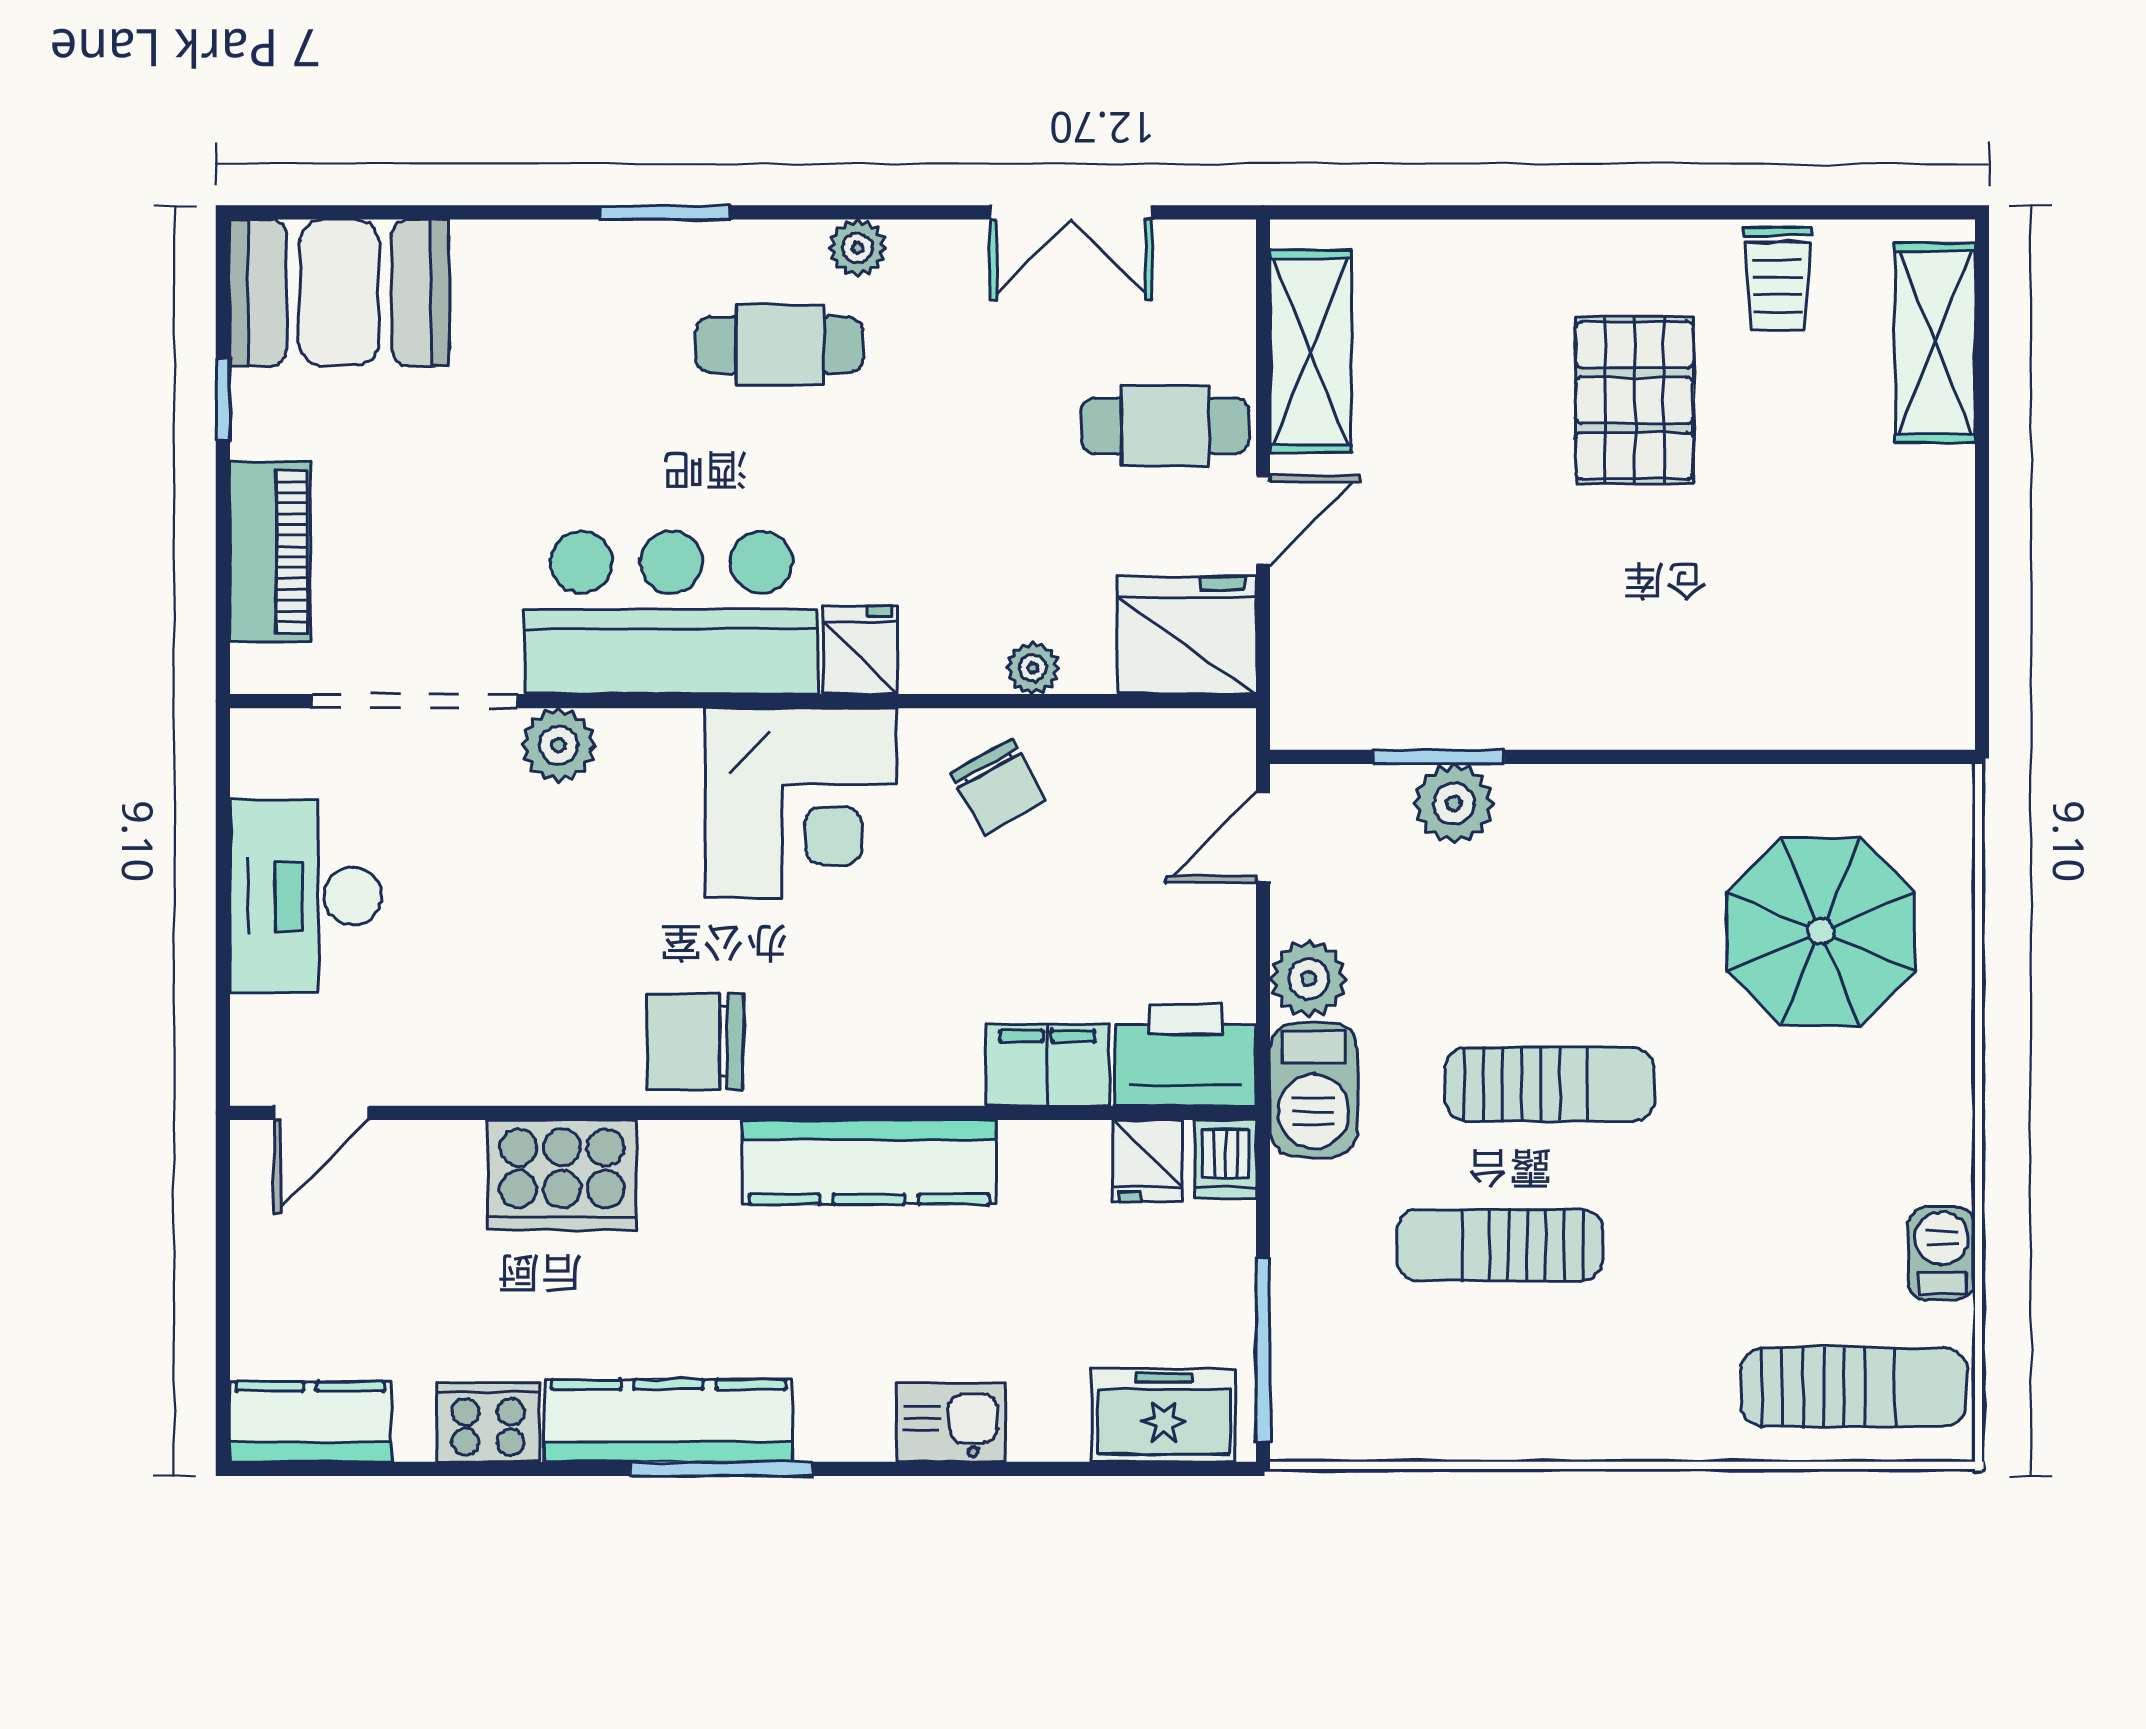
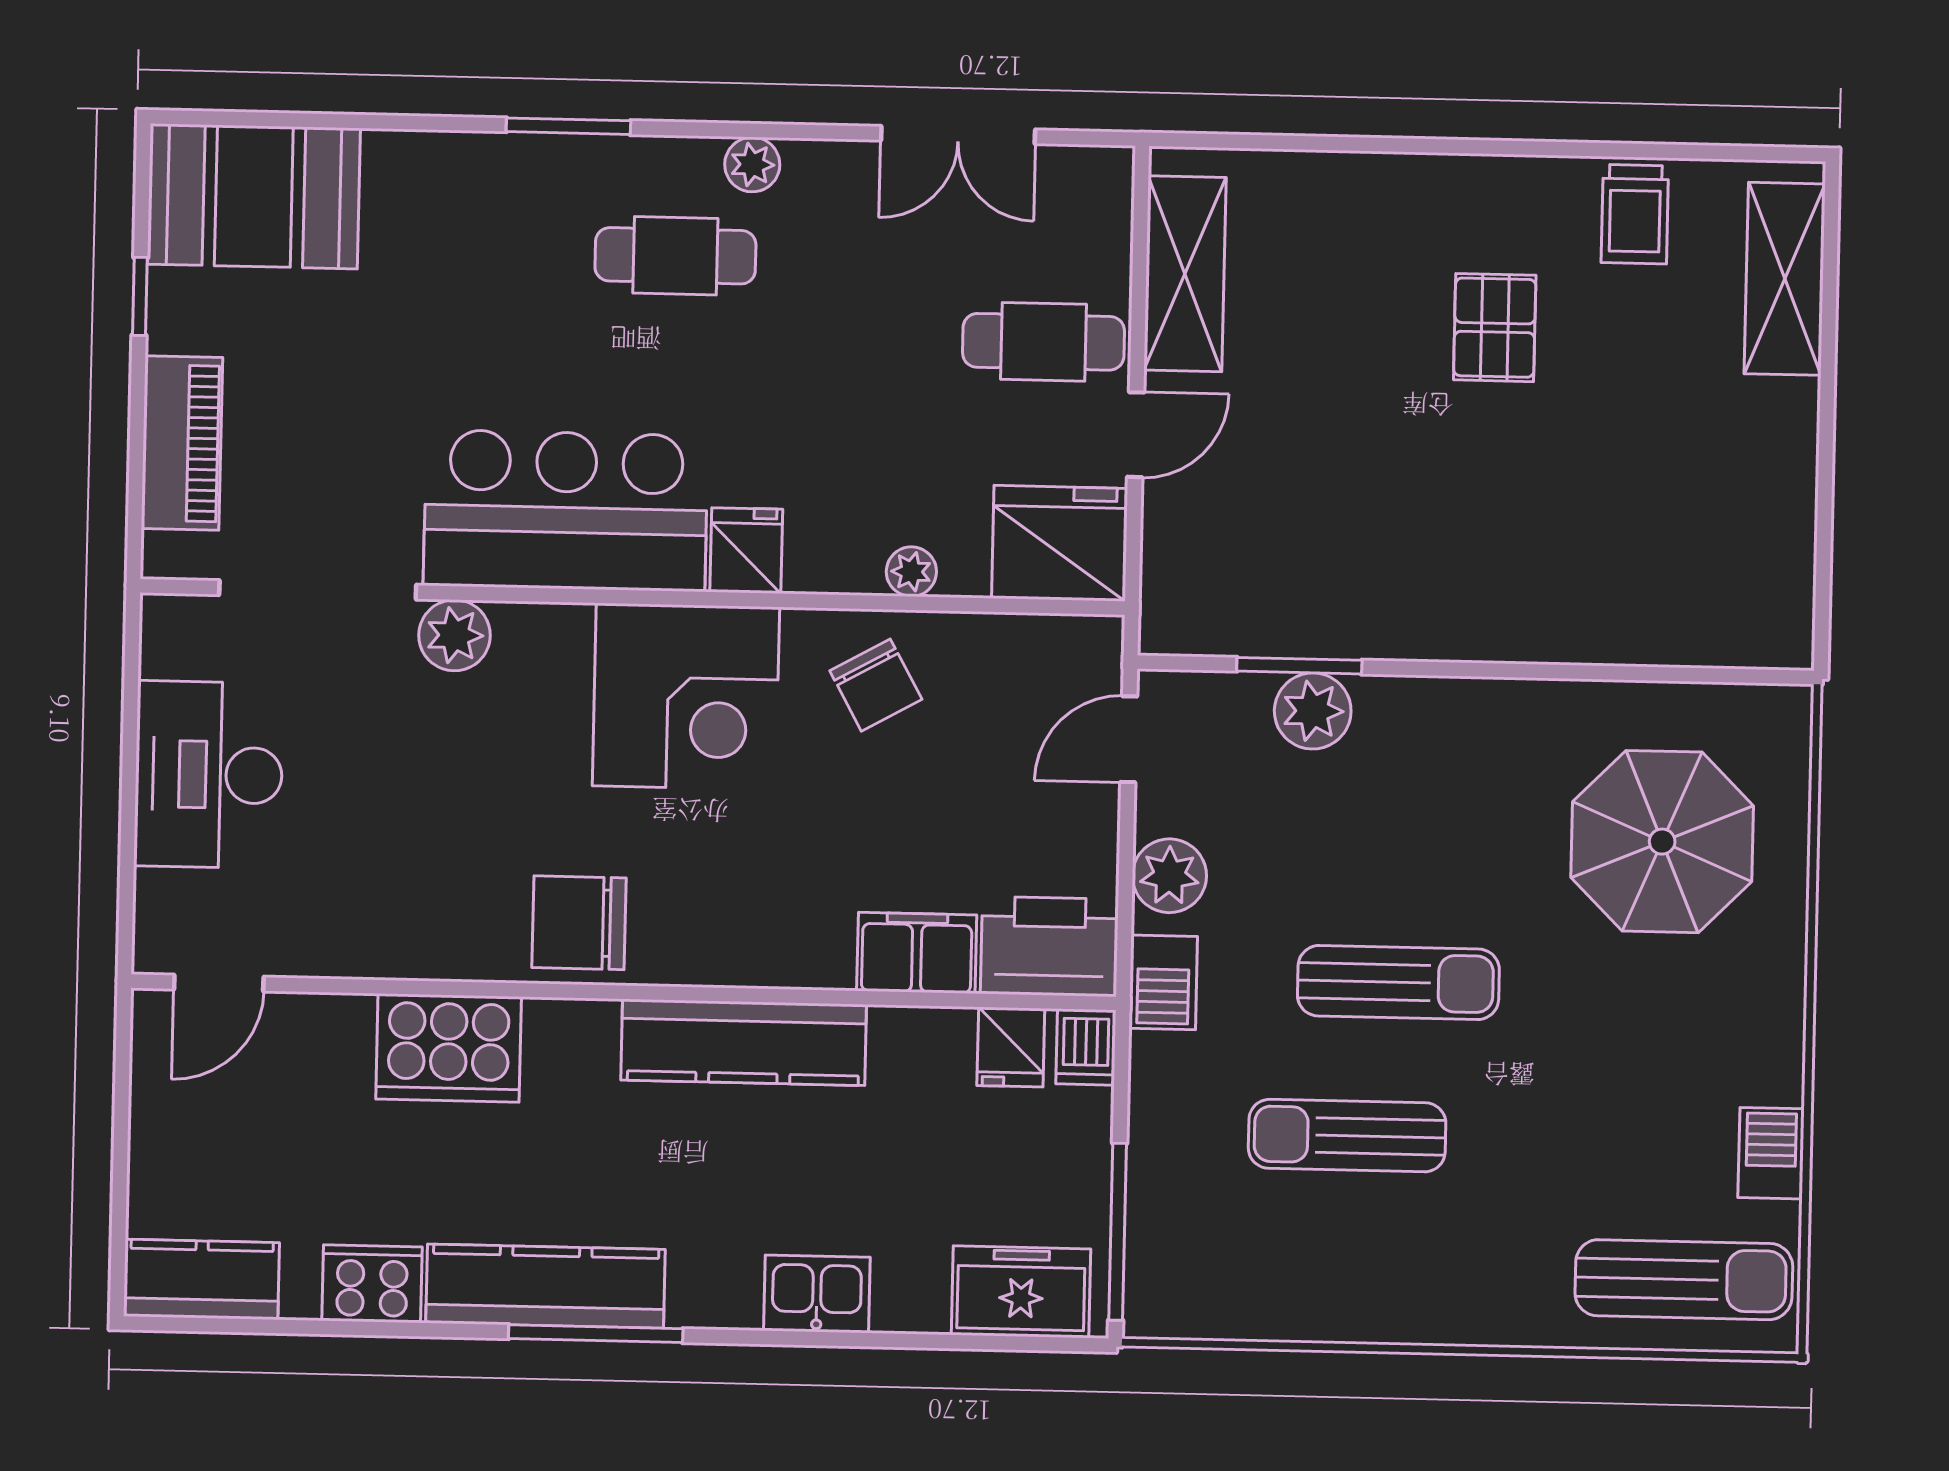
pallet: (1634, 400) -> (1495, 328), width x0.67, depth x0.71
barbecue: (1314, 1090) -> (1163, 982), width x0.73, depth x0.79

